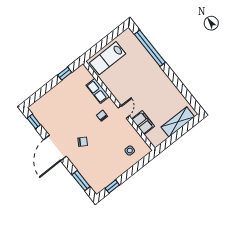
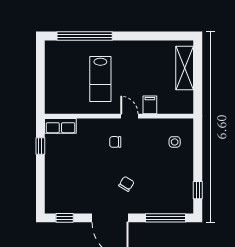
lab bench: (108, 58) -> (100, 79), moved
row of seats: (98, 91) -> (60, 126), moved
filing cabinet: (143, 123) -> (150, 105), width x0.50
window: (81, 181) -> (165, 218), width x1.44

